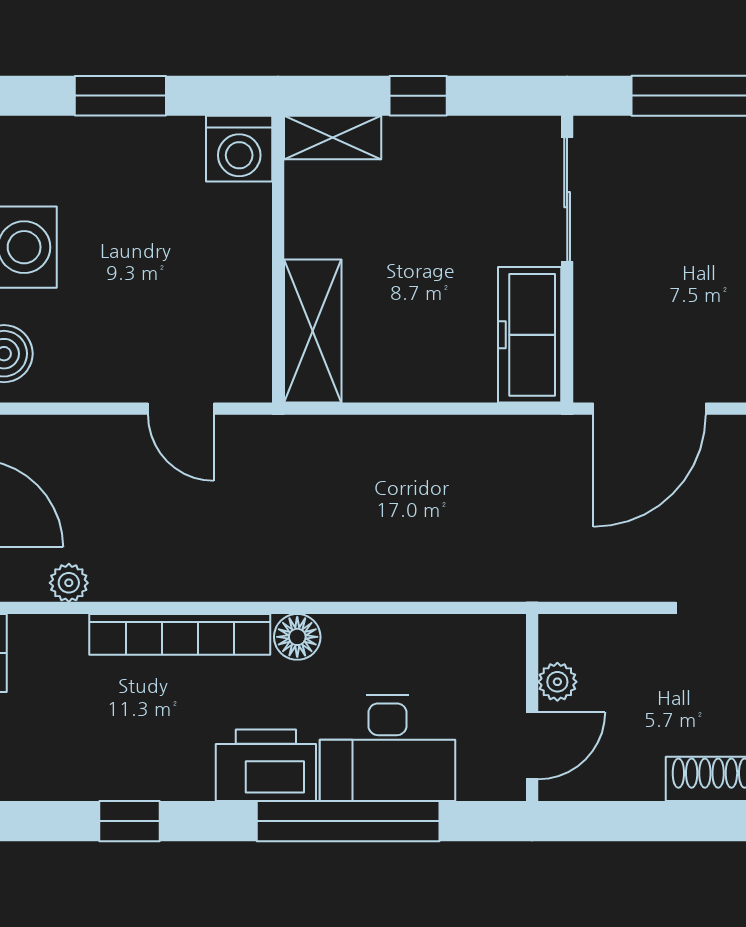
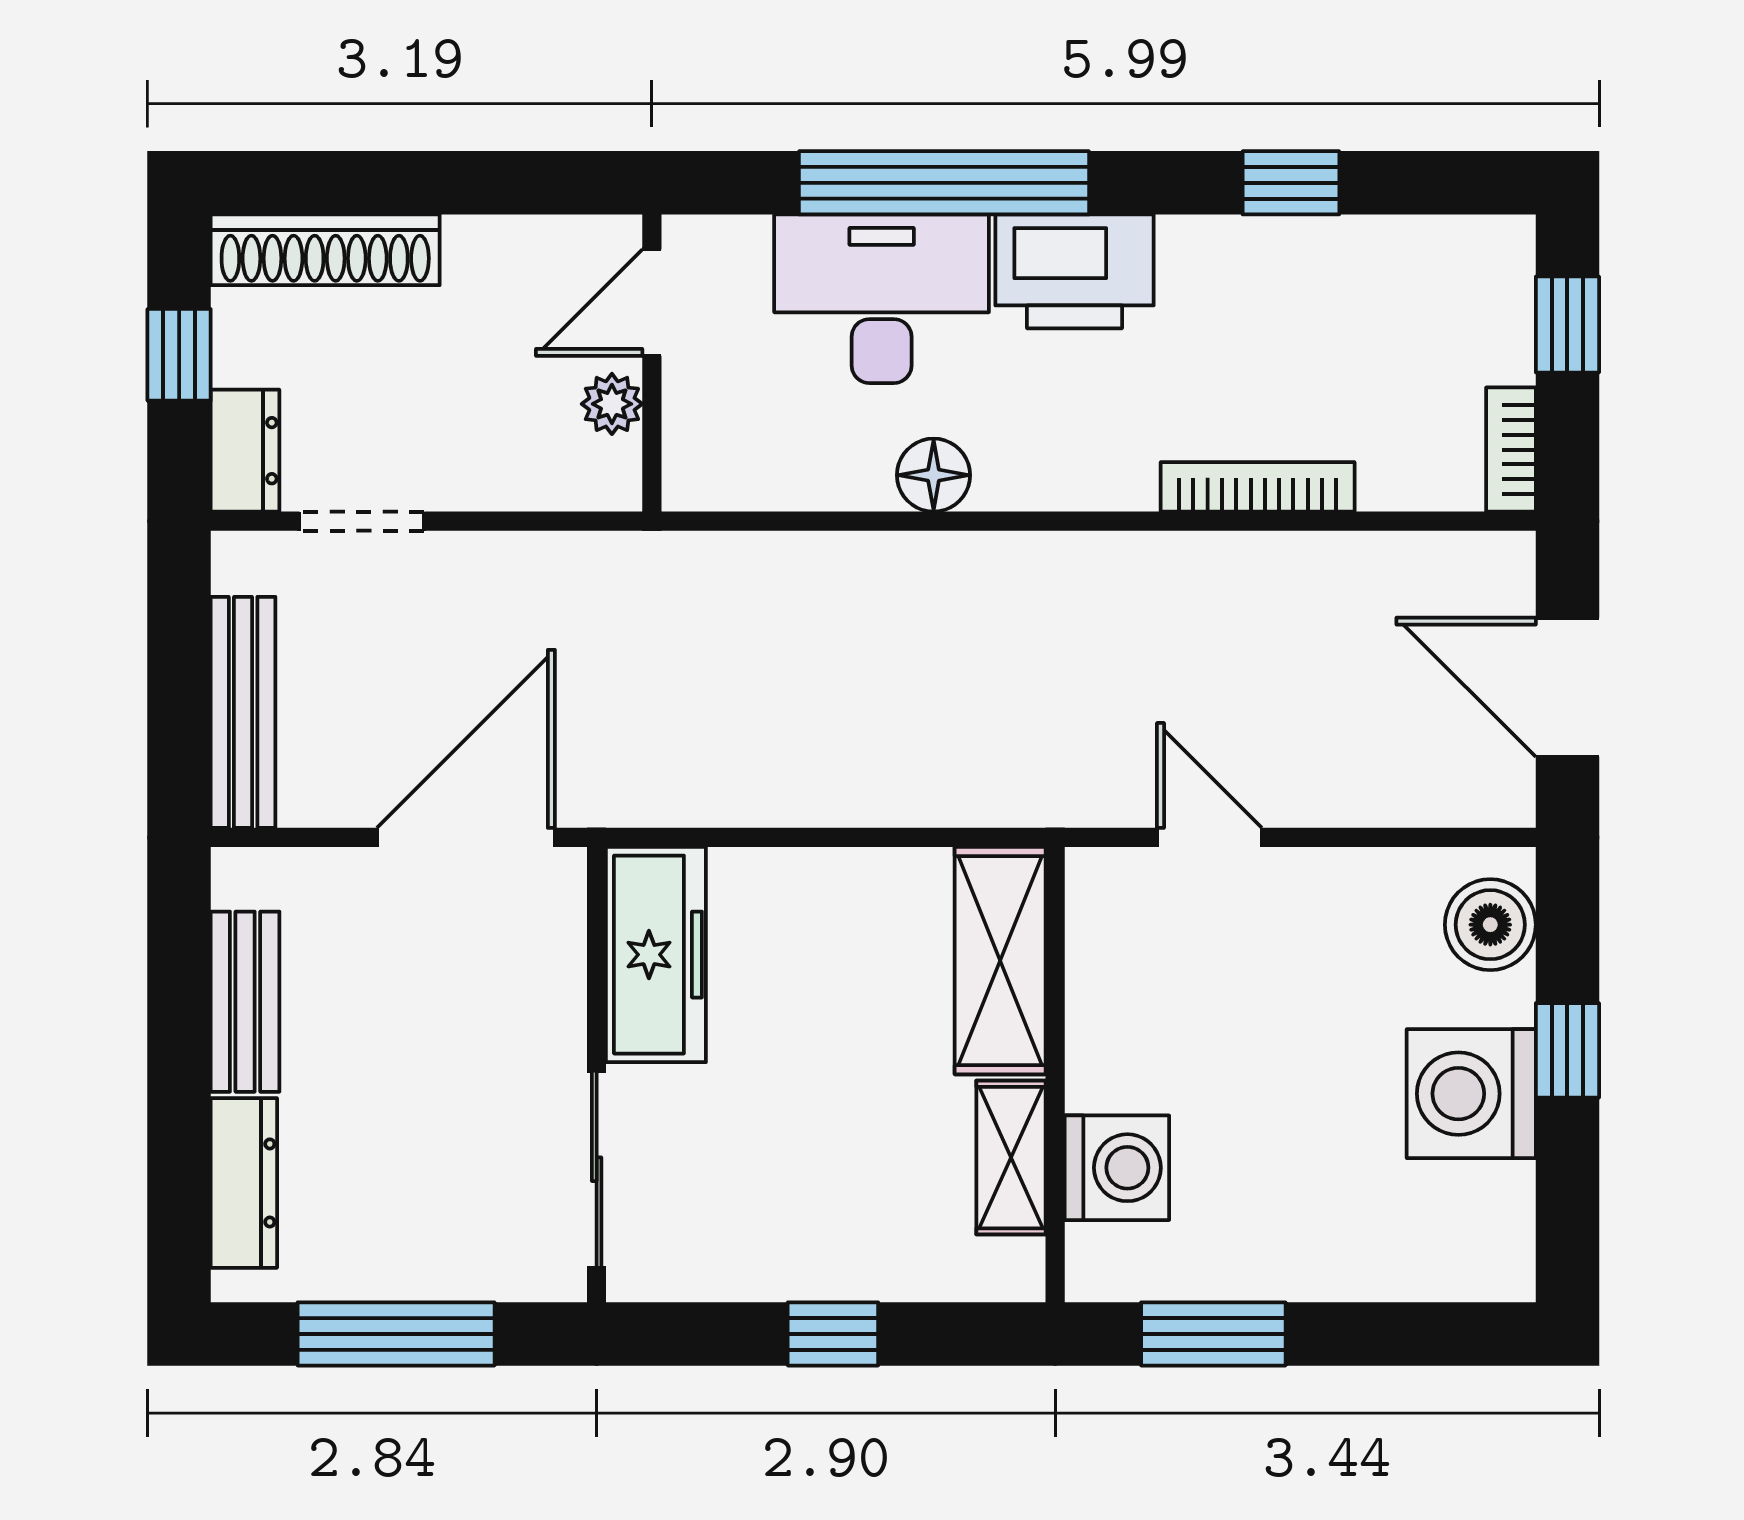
window: (120, 96) -> (1213, 1334), moved
shelving: (333, 137) -> (1011, 1158), moved, turned 90
washing machine: (239, 149) -> (1117, 1168), moved, turned 90
plant: (69, 583) -> (1387, 561), removed
bookcase: (180, 634) -> (1258, 487), width x0.68, depth x0.76
floor lamp: (297, 637) -> (934, 475), moved

